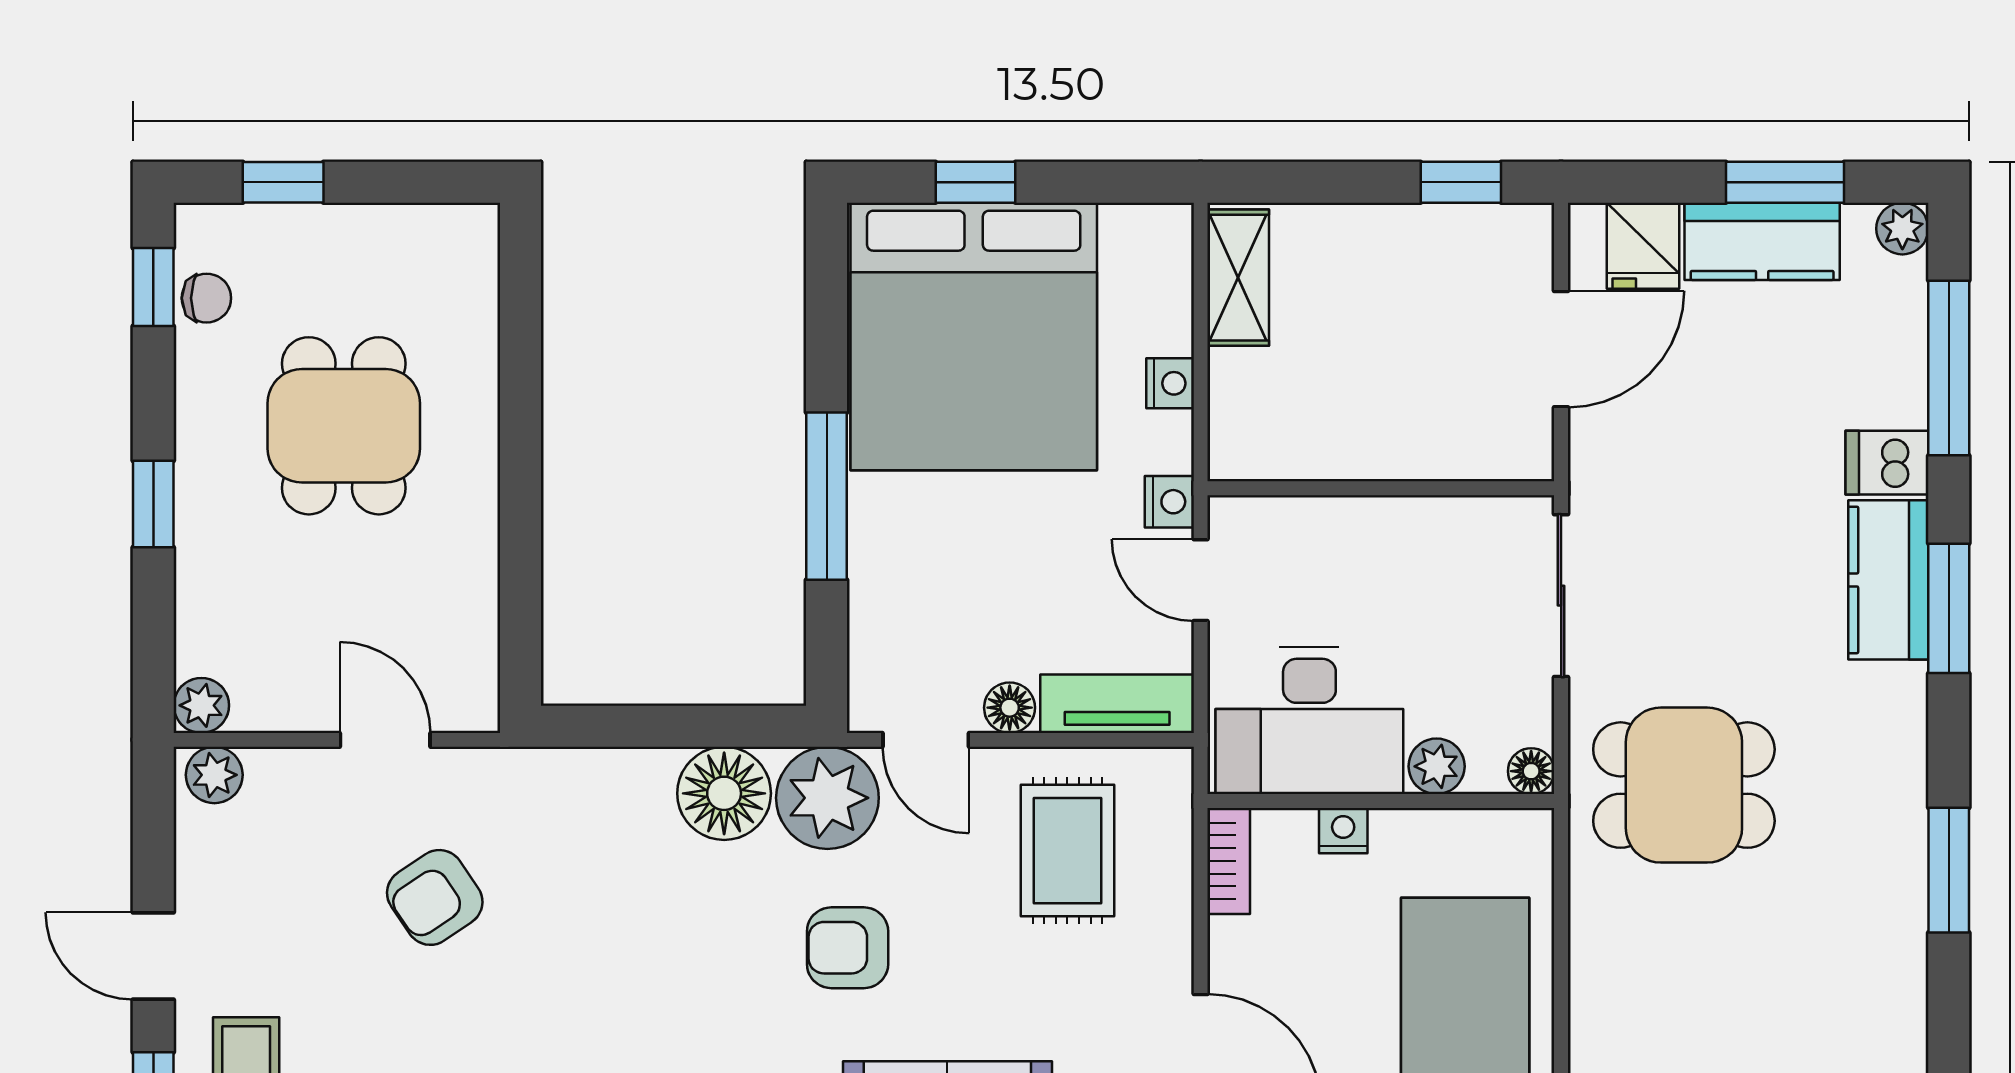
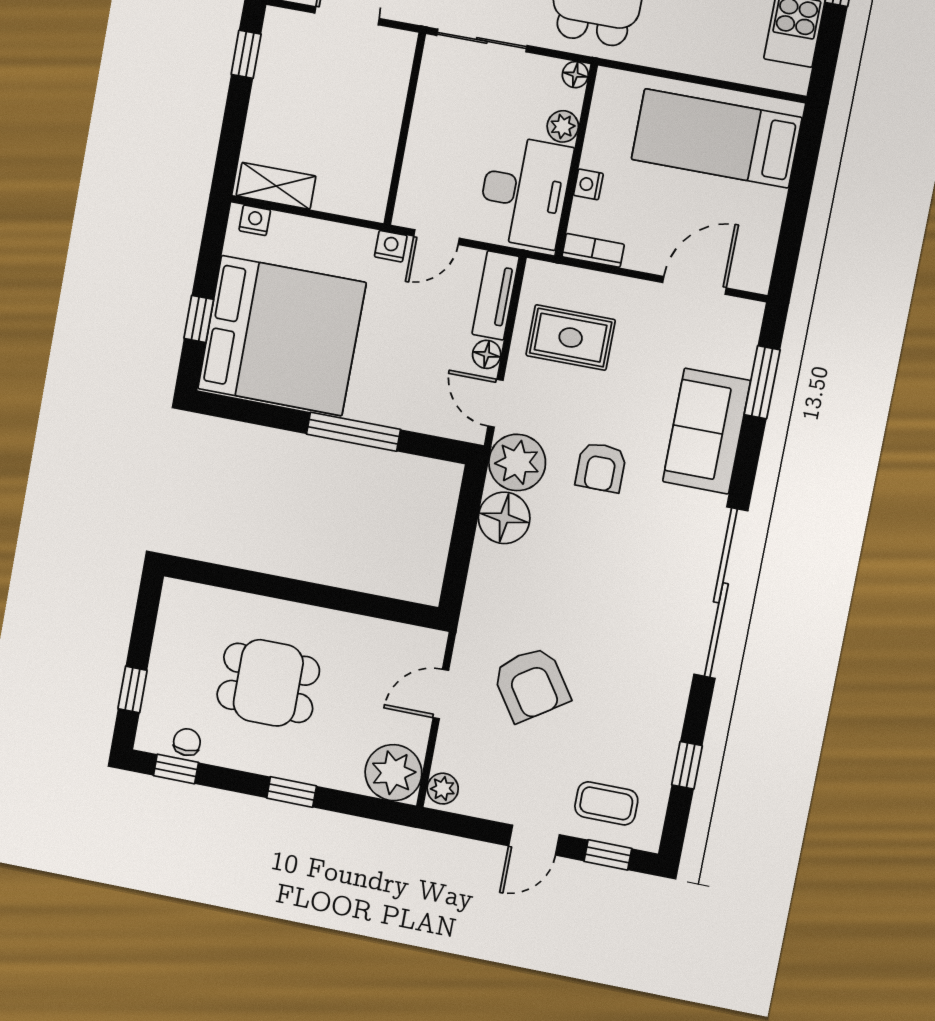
nightstand: (1170, 383) -> (255, 220), moved
plant: (201, 705) -> (393, 773), width x1.87, depth x1.87
door: (926, 740) -> (496, 403), swing flipped
armchair: (435, 897) -> (531, 684), width x1.38, depth x1.38

